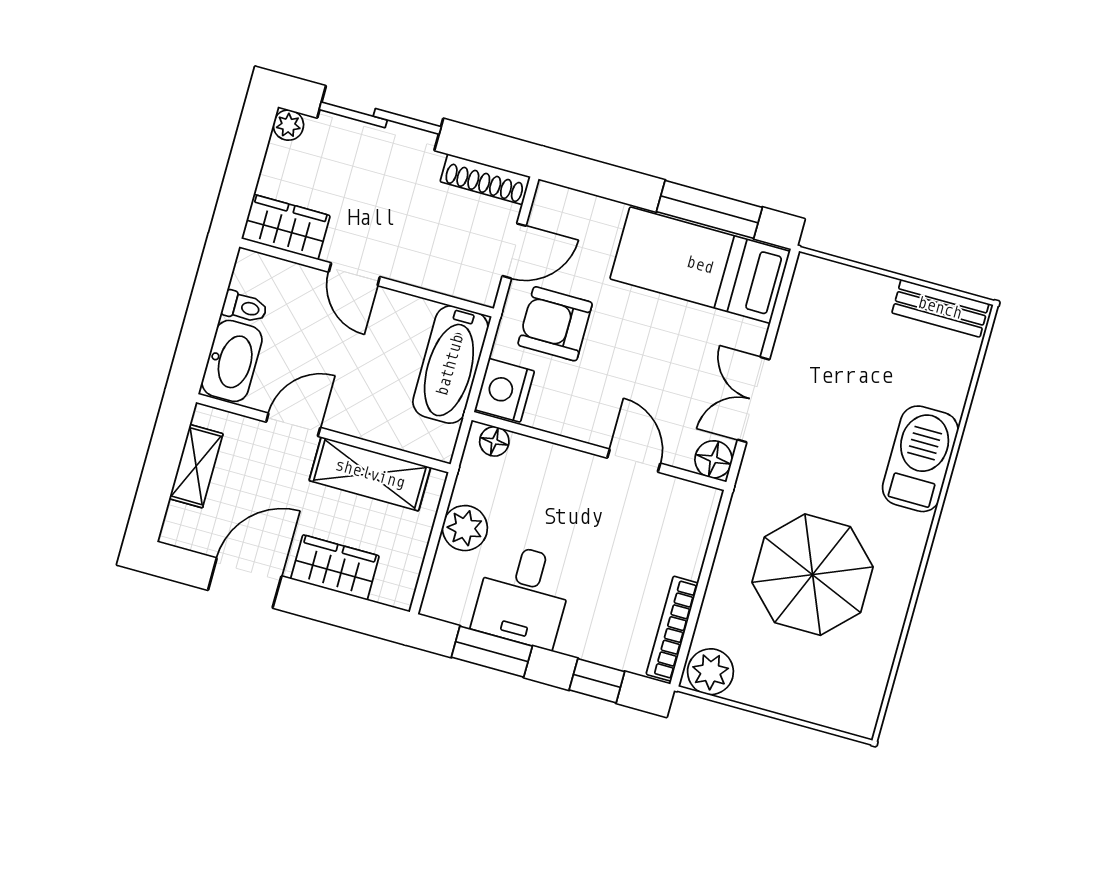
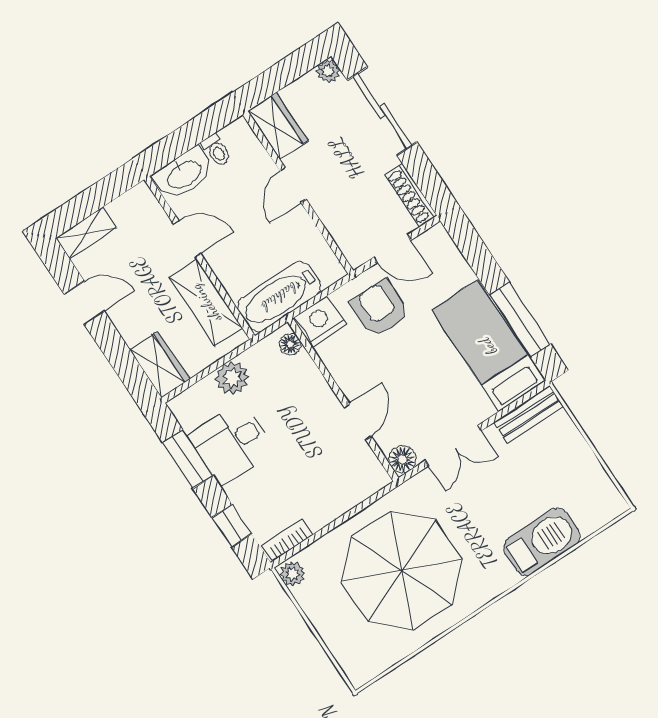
bench: (940, 308) -> (529, 414), moved, turned 90
bathtub: (450, 365) -> (279, 297), moved
double door: (754, 400) -> (453, 446), swing flipped
barbecue: (920, 459) -> (542, 542), moved
shelving: (196, 466) -> (86, 233), moved
wardrobe: (335, 567) -> (160, 364), moved
parasol: (813, 575) -> (402, 571), width x1.36, depth x1.36
door: (245, 583) -> (84, 303), width x0.73
bookcase: (672, 629) -> (287, 540), width x0.64
plant: (710, 672) -> (292, 574), width x0.73, depth x0.73

